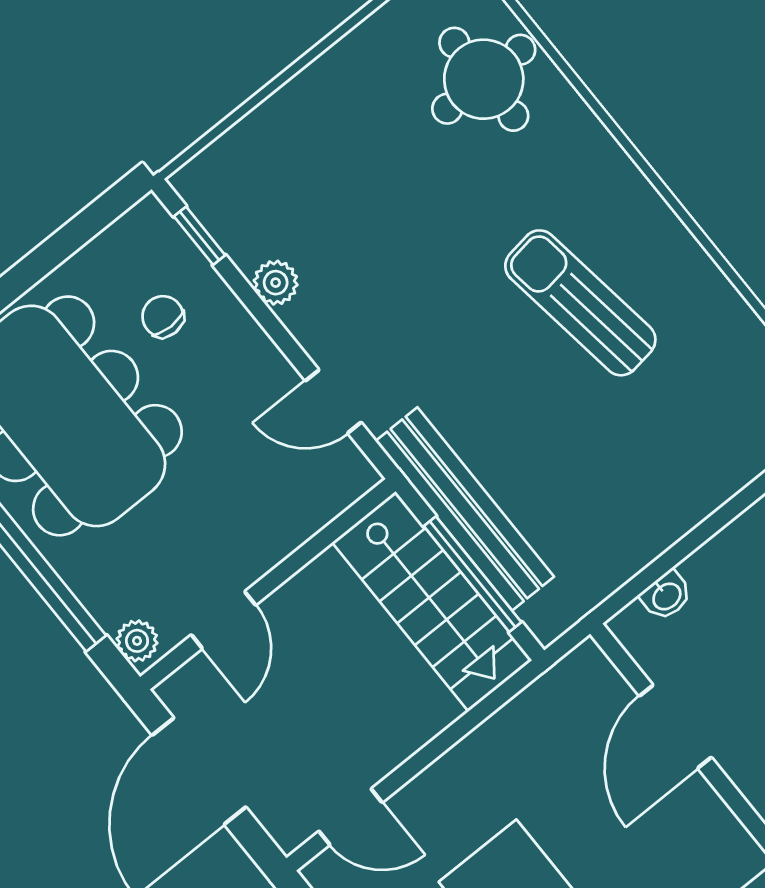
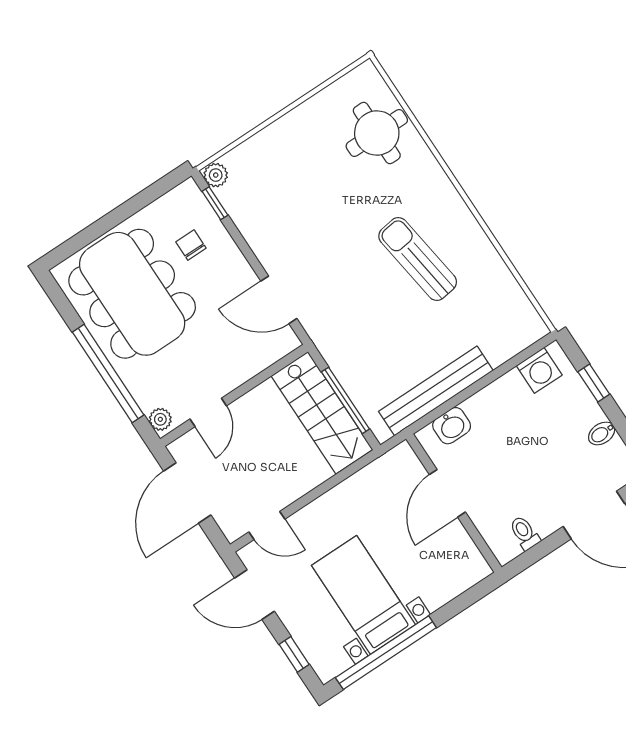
plant: (276, 283) -> (216, 175), moved
door: (333, 402) -> (279, 300), width x1.38
bench: (465, 509) -> (436, 391), moved, turned 90
washbasin: (666, 596) -> (452, 426), width x1.38, depth x1.45

